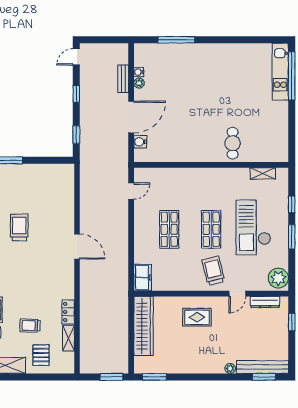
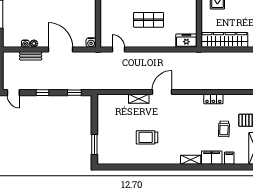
water cooler: (140, 142) -> (91, 43), moved
shelving: (68, 338) -> (139, 99), moved

